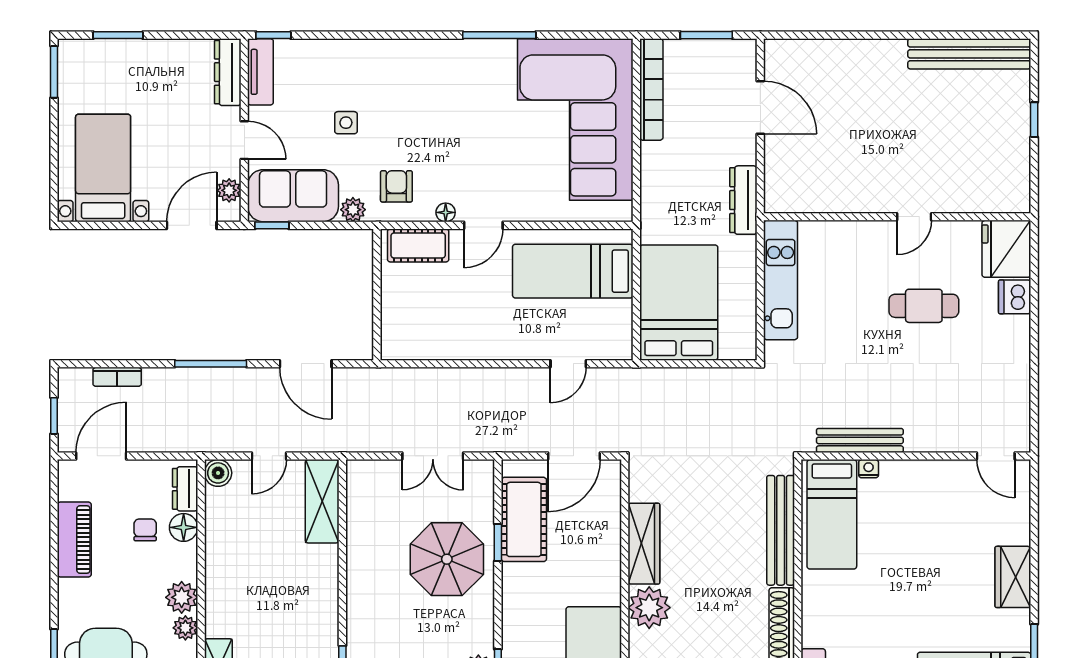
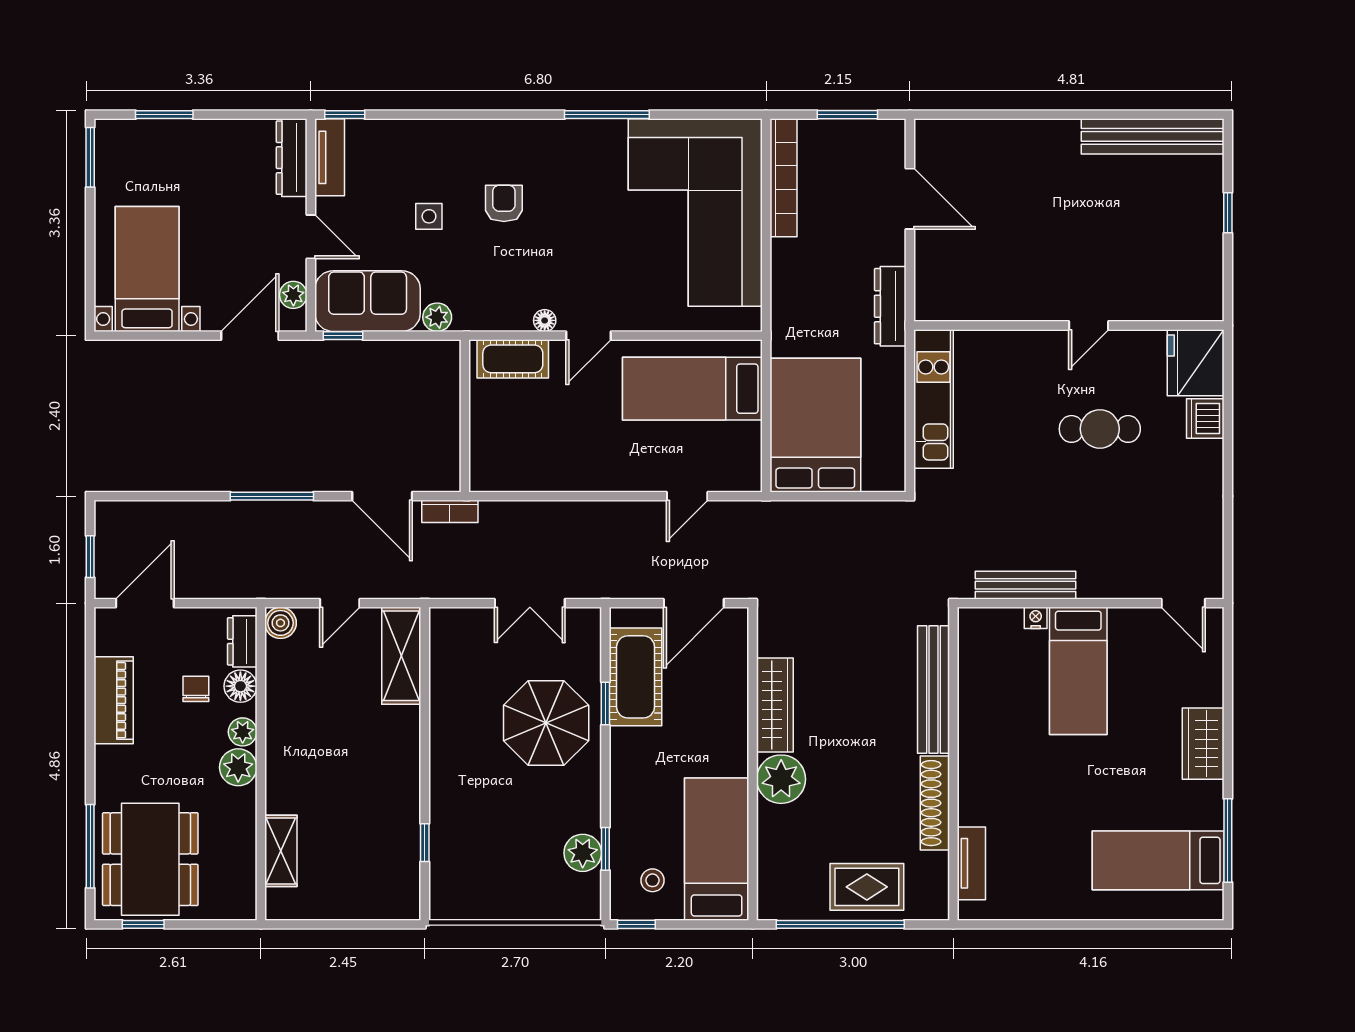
armchair: (396, 186) -> (504, 203), moved
bookcase: (117, 377) -> (450, 511), moved
bed: (832, 514) -> (1078, 671), moved
plant: (185, 628) -> (243, 732), moved

